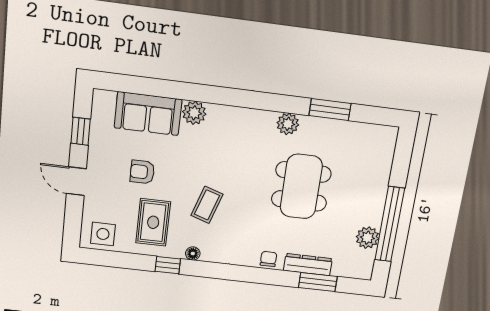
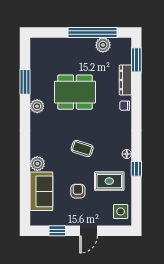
armchair: (142, 172) -> (78, 191), turned 180
coffee table: (207, 205) -> (82, 148), moved
window: (318, 282) -> (136, 60), moved

